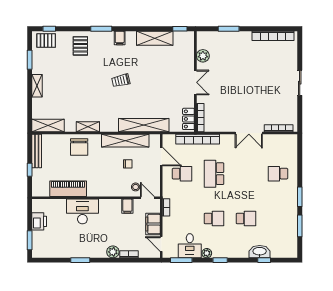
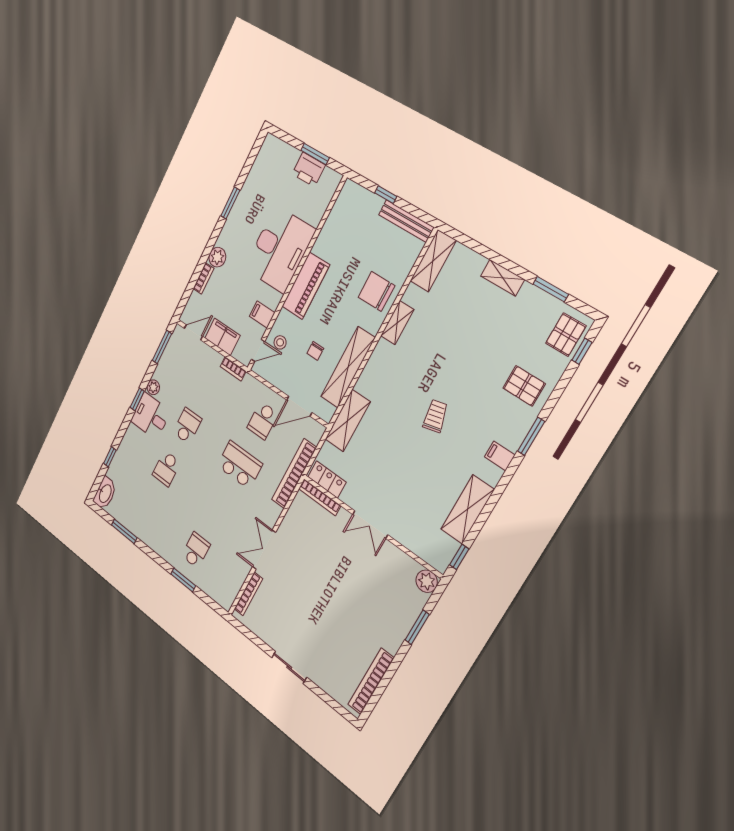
plant: (203, 56) -> (427, 581), moved
shelving: (144, 125) -> (348, 421), width x0.68
piano: (68, 189) -> (306, 286), moved
window: (300, 197) -> (183, 580), moved
desk: (82, 211) -> (280, 249), width x1.36, depth x1.30
school desk: (214, 219) -> (187, 426), turned 180
window: (30, 240) -> (315, 154), moved
desk: (190, 246) -> (151, 416), moved
washbasin: (260, 252) -> (105, 493), moved

